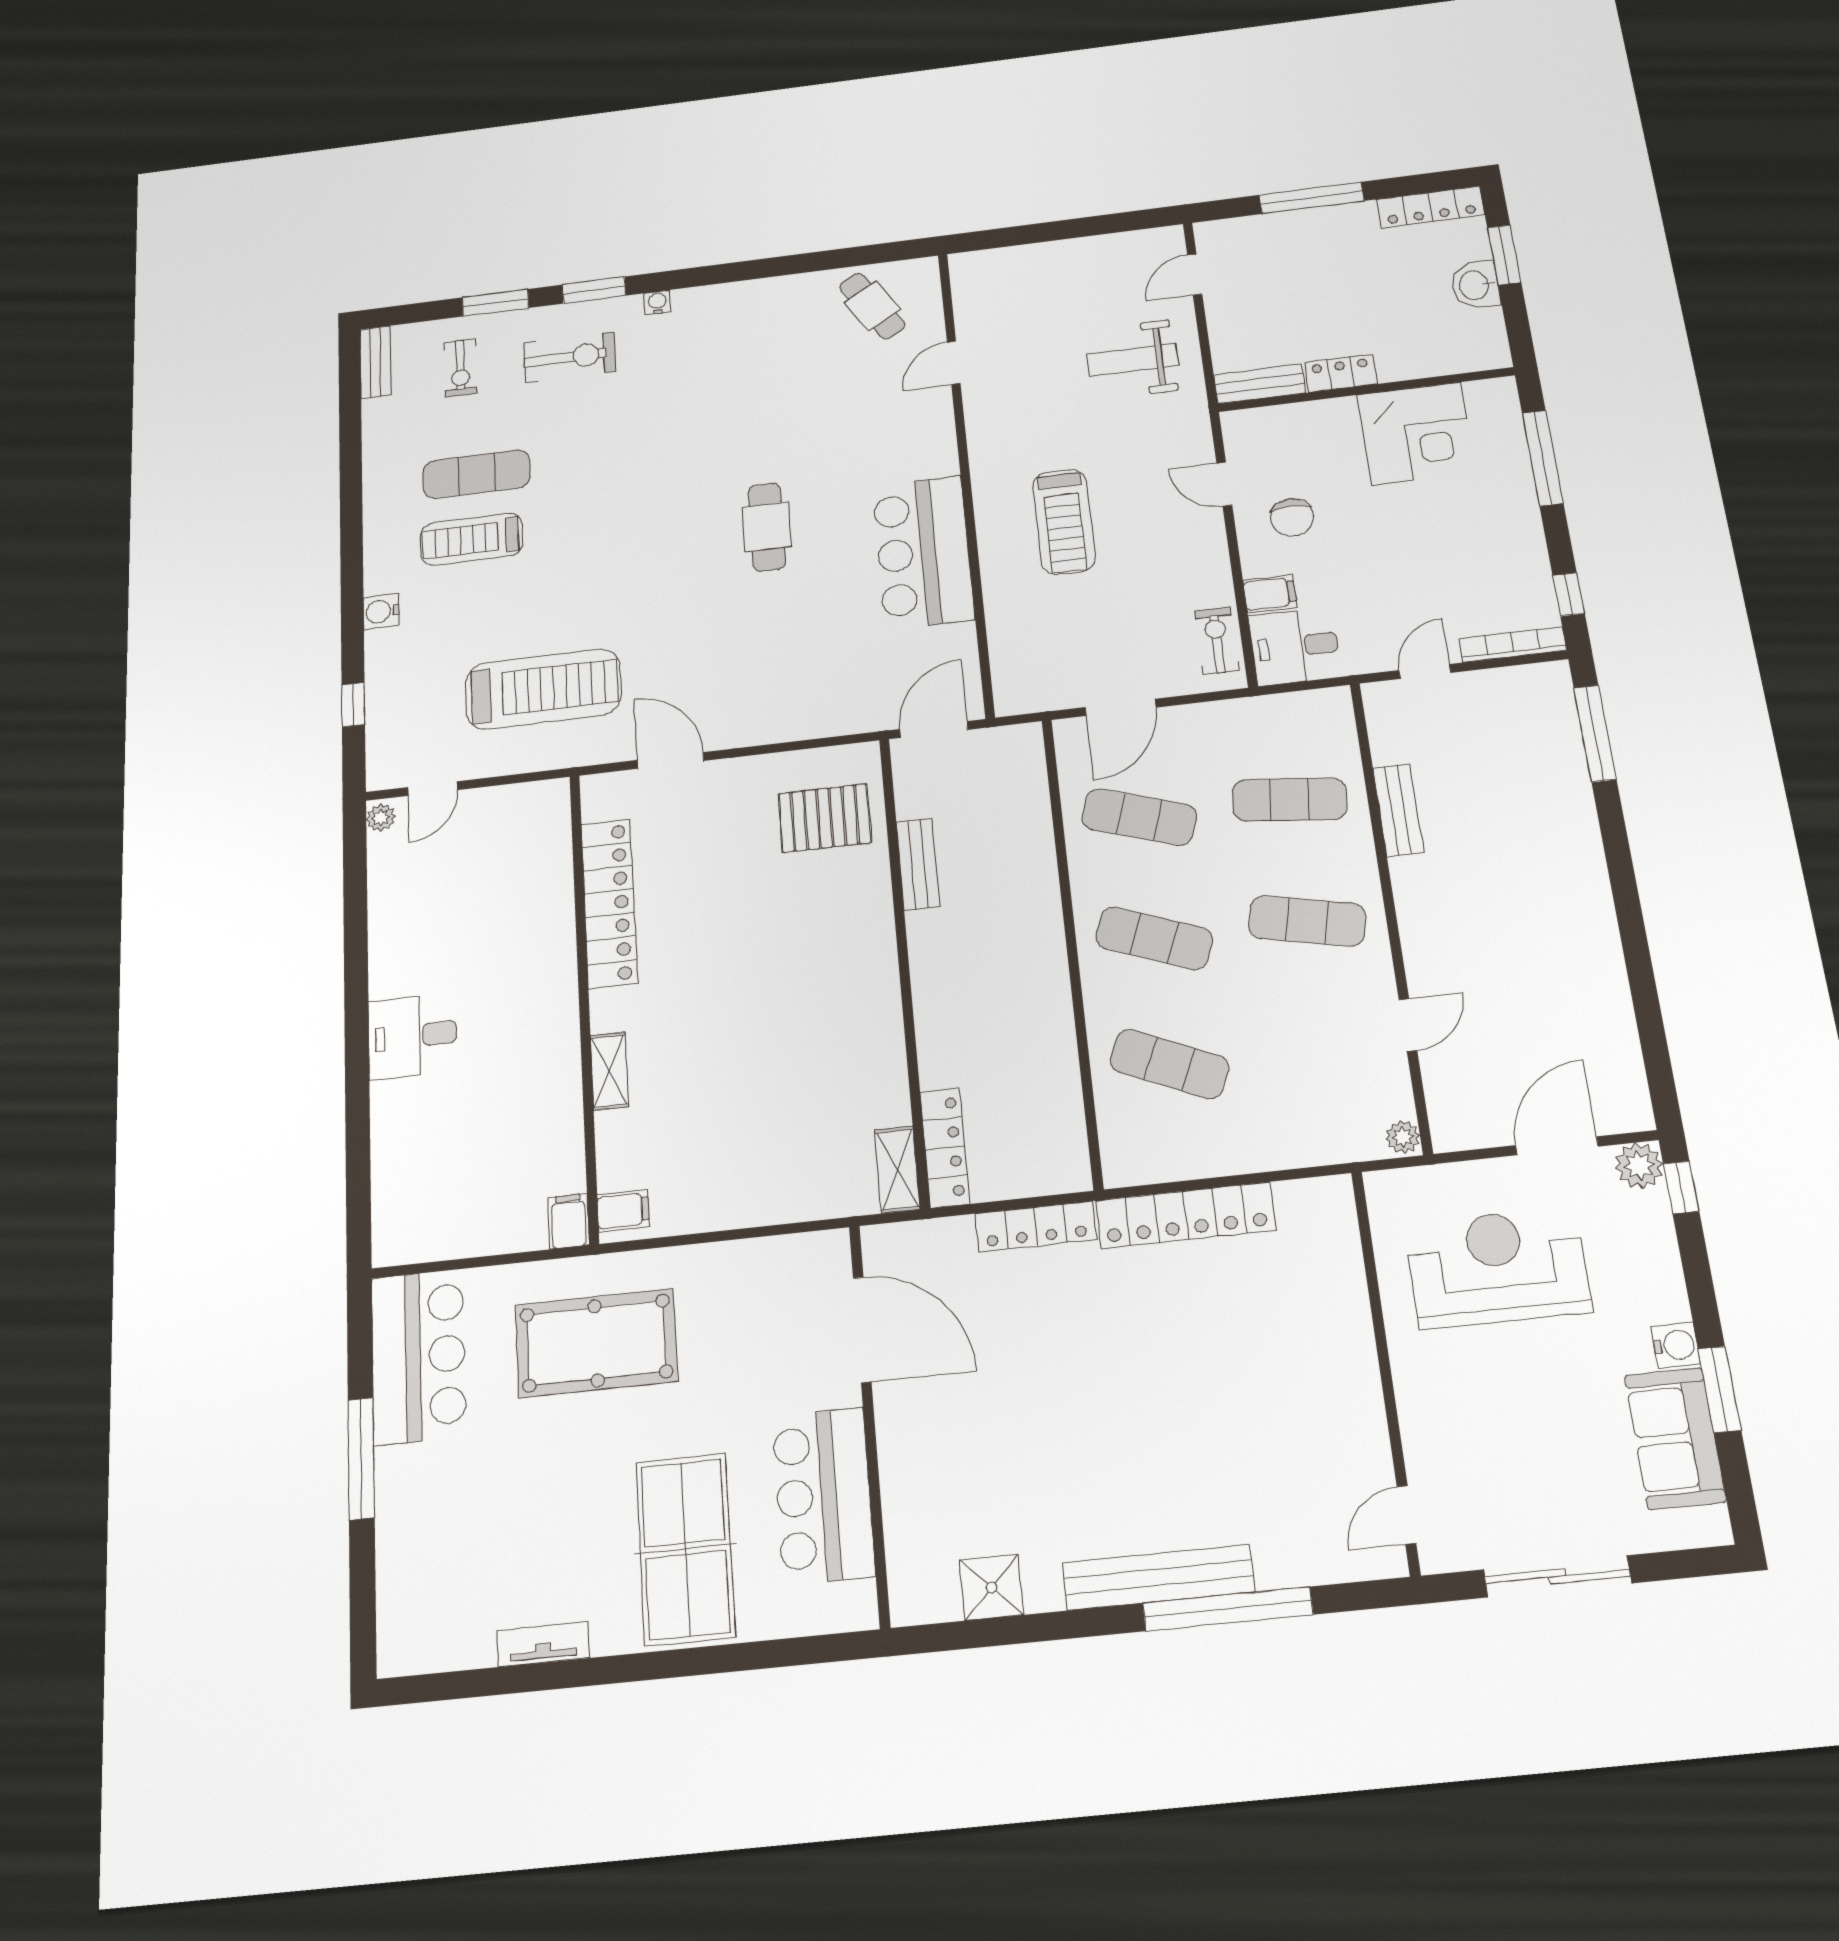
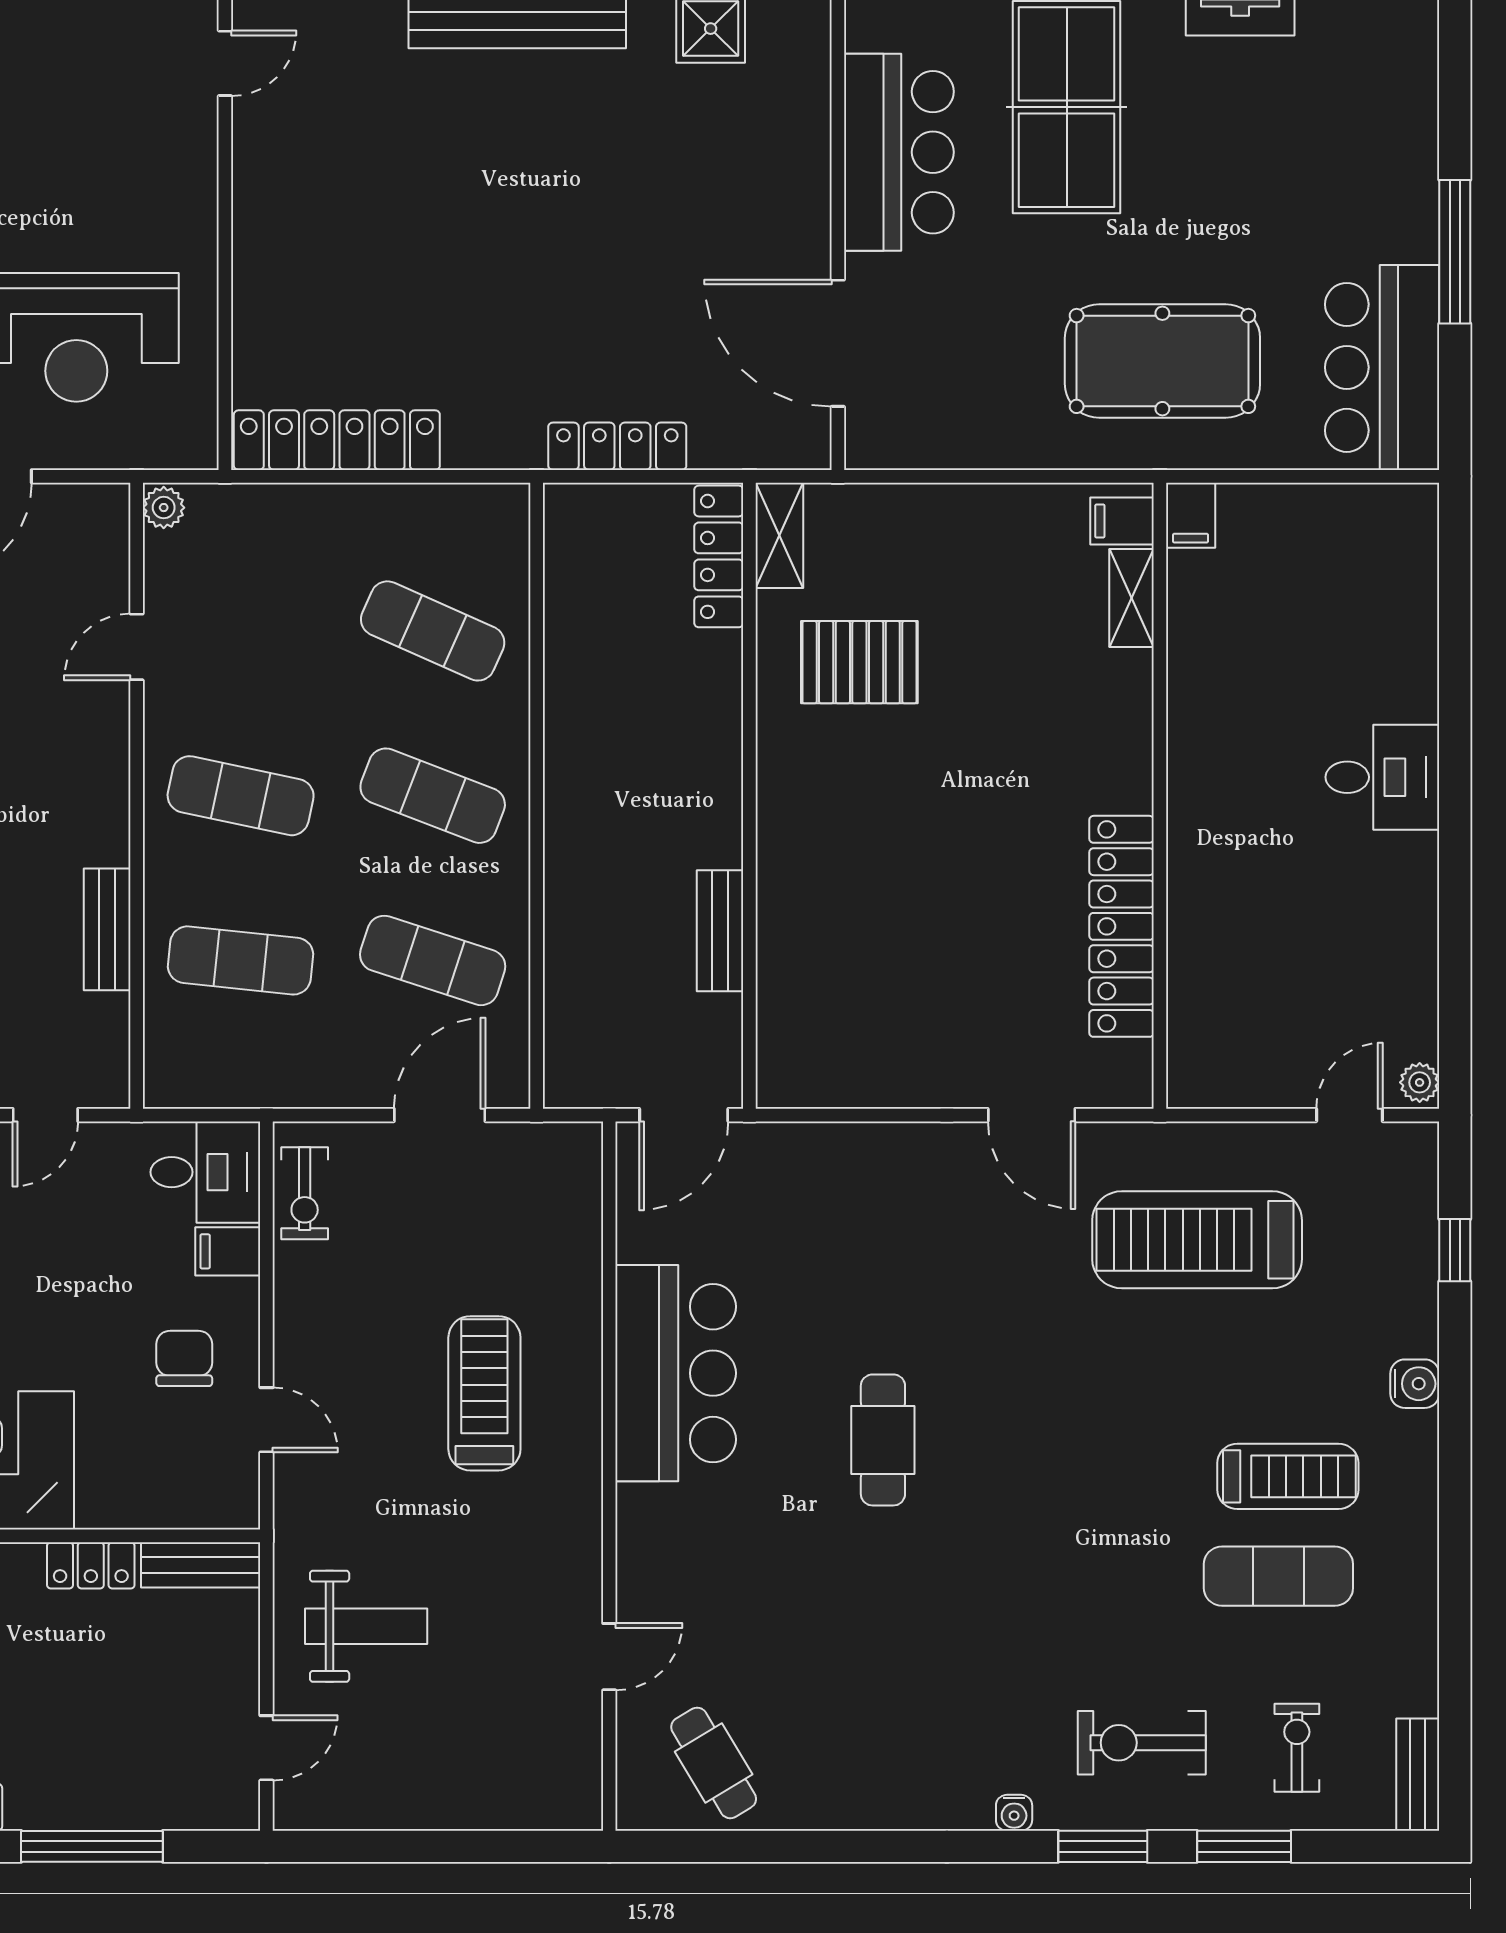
pallet: (825, 818) -> (859, 662), moved
shelving: (609, 1071) -> (1131, 598), moved
locker: (1186, 1215) -> (337, 440), moved

